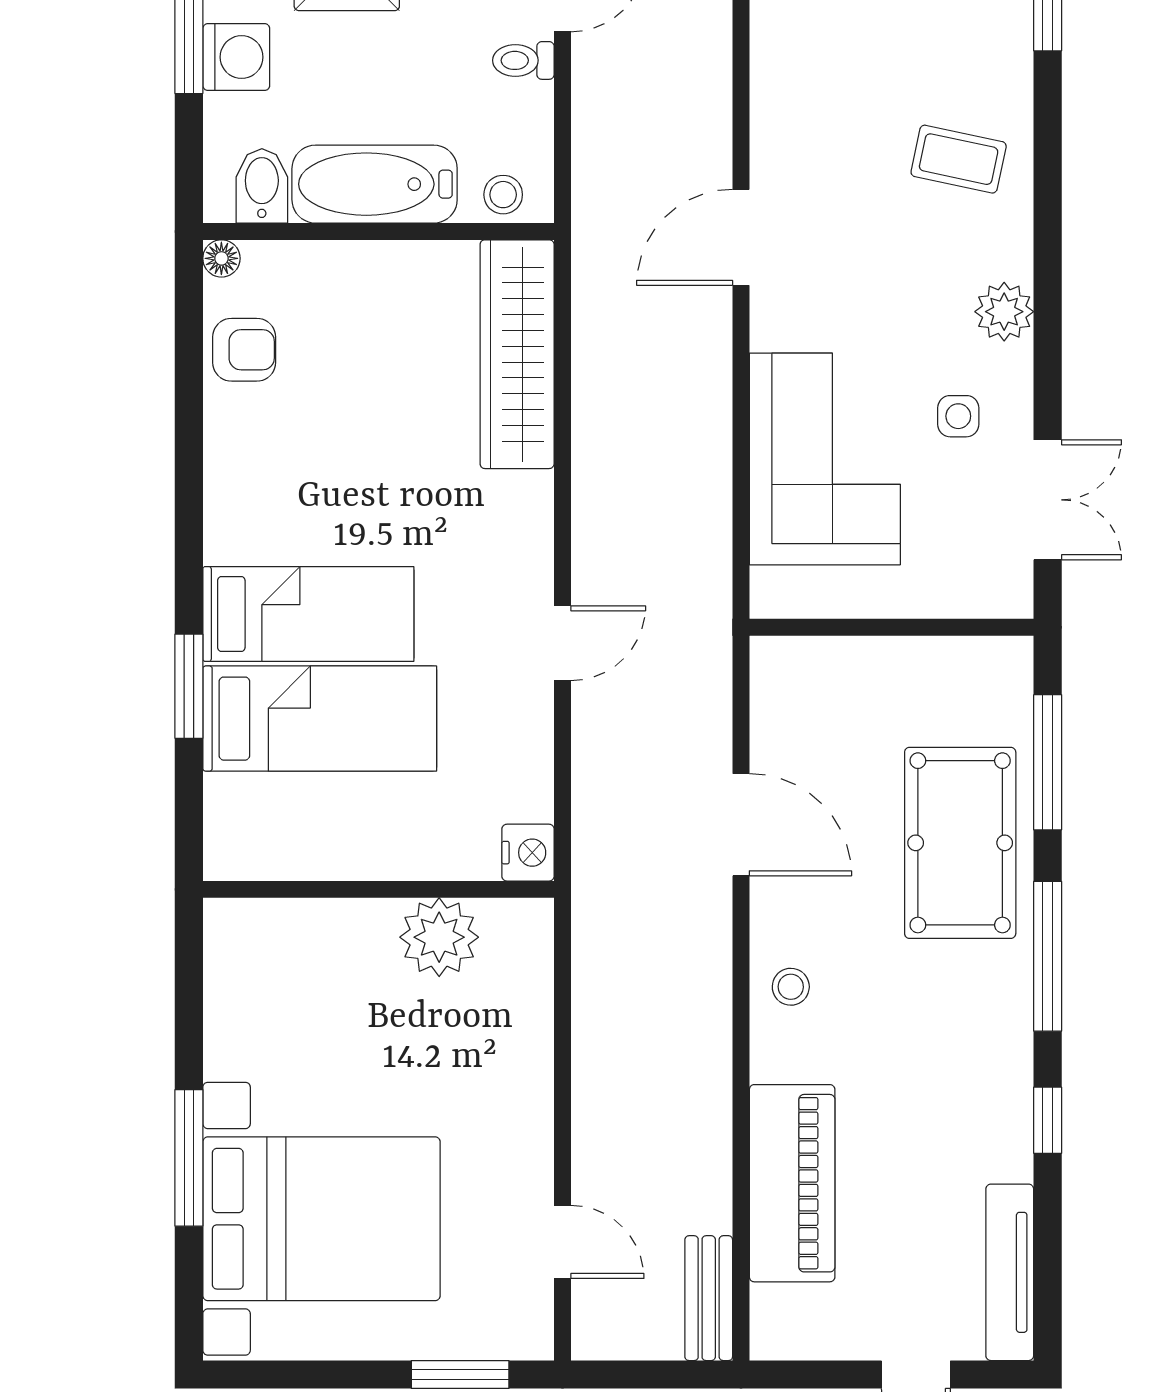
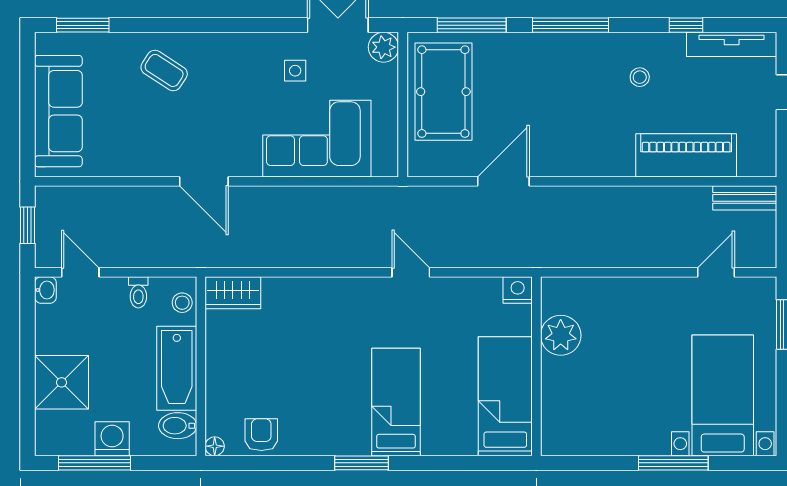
toilet: (523, 60) -> (138, 292), moved
coffee table: (959, 159) -> (164, 70), turned -69
plant: (1004, 312) -> (383, 47), moved
wardrobe: (517, 354) -> (233, 293), width x0.48, depth x0.85
window: (189, 686) -> (361, 463), moved
bed: (320, 719) -> (505, 396), moved
pool table: (960, 843) -> (443, 92), moved, turned 90
stool: (791, 987) -> (640, 77), moved
window: (1048, 1120) -> (686, 25), moved
bed with nightstands: (321, 1219) -> (723, 395), width x0.73

